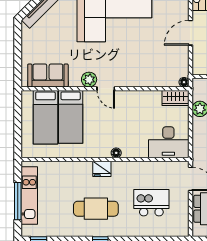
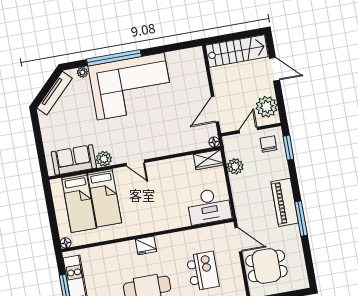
door: (190, 33) -> (215, 109), moved
plant: (89, 80) -> (104, 159), moved
floor lamp: (116, 153) -> (66, 243), moved
kitchen island: (151, 203) -> (203, 271), turned 90

